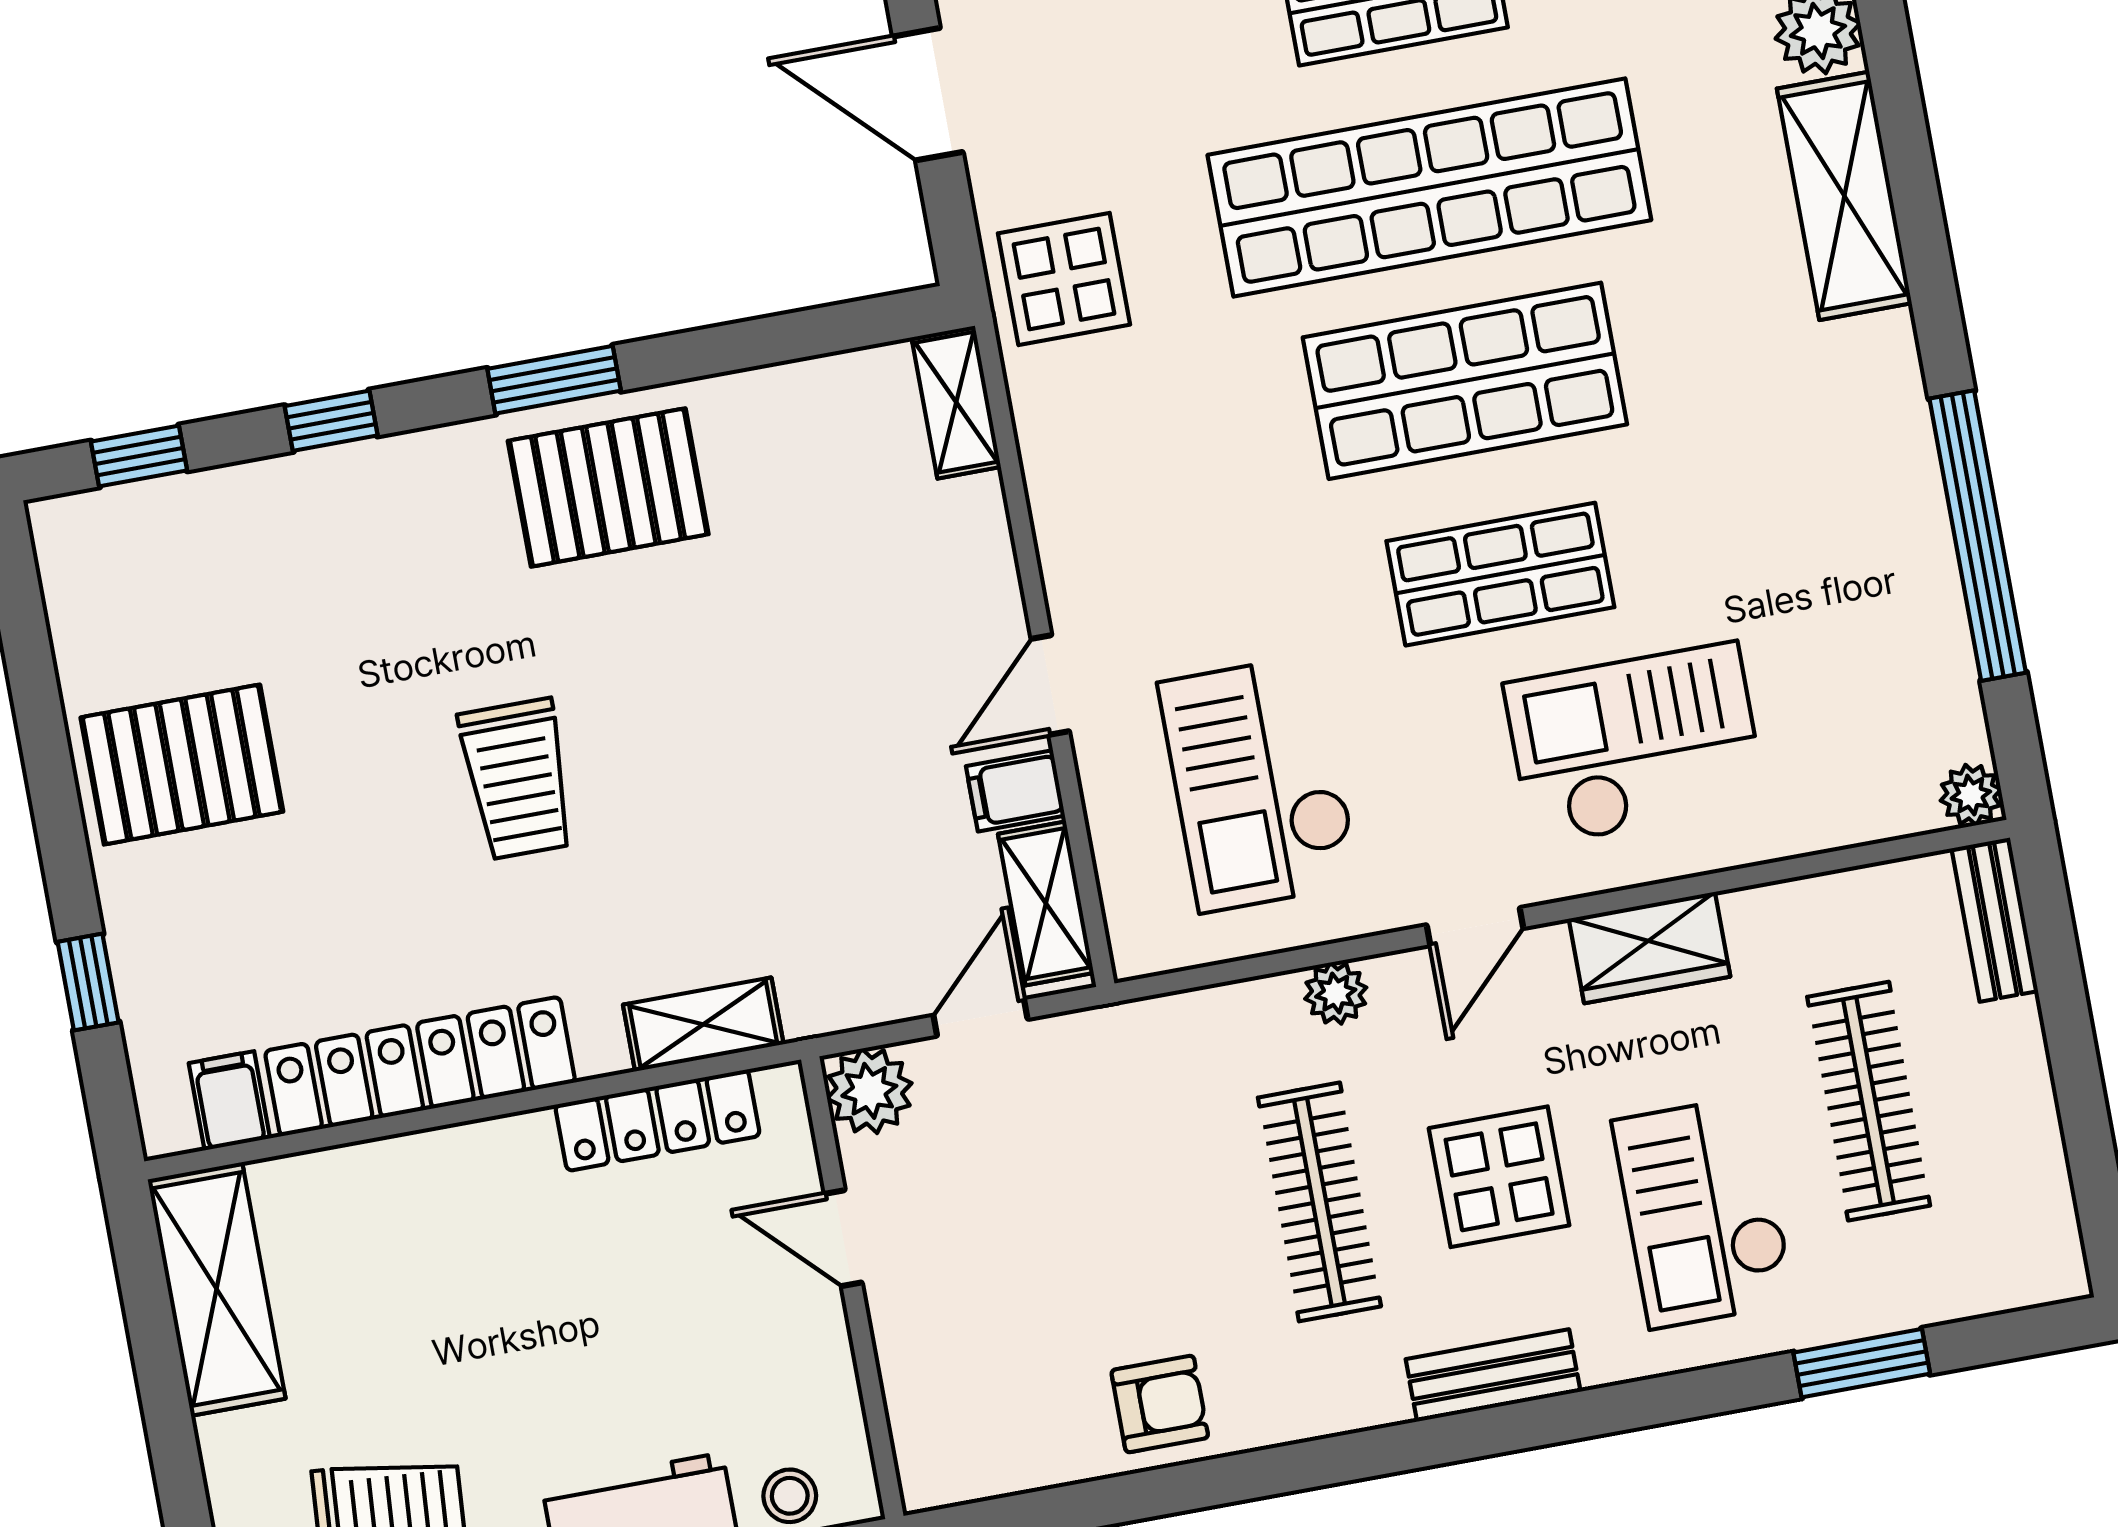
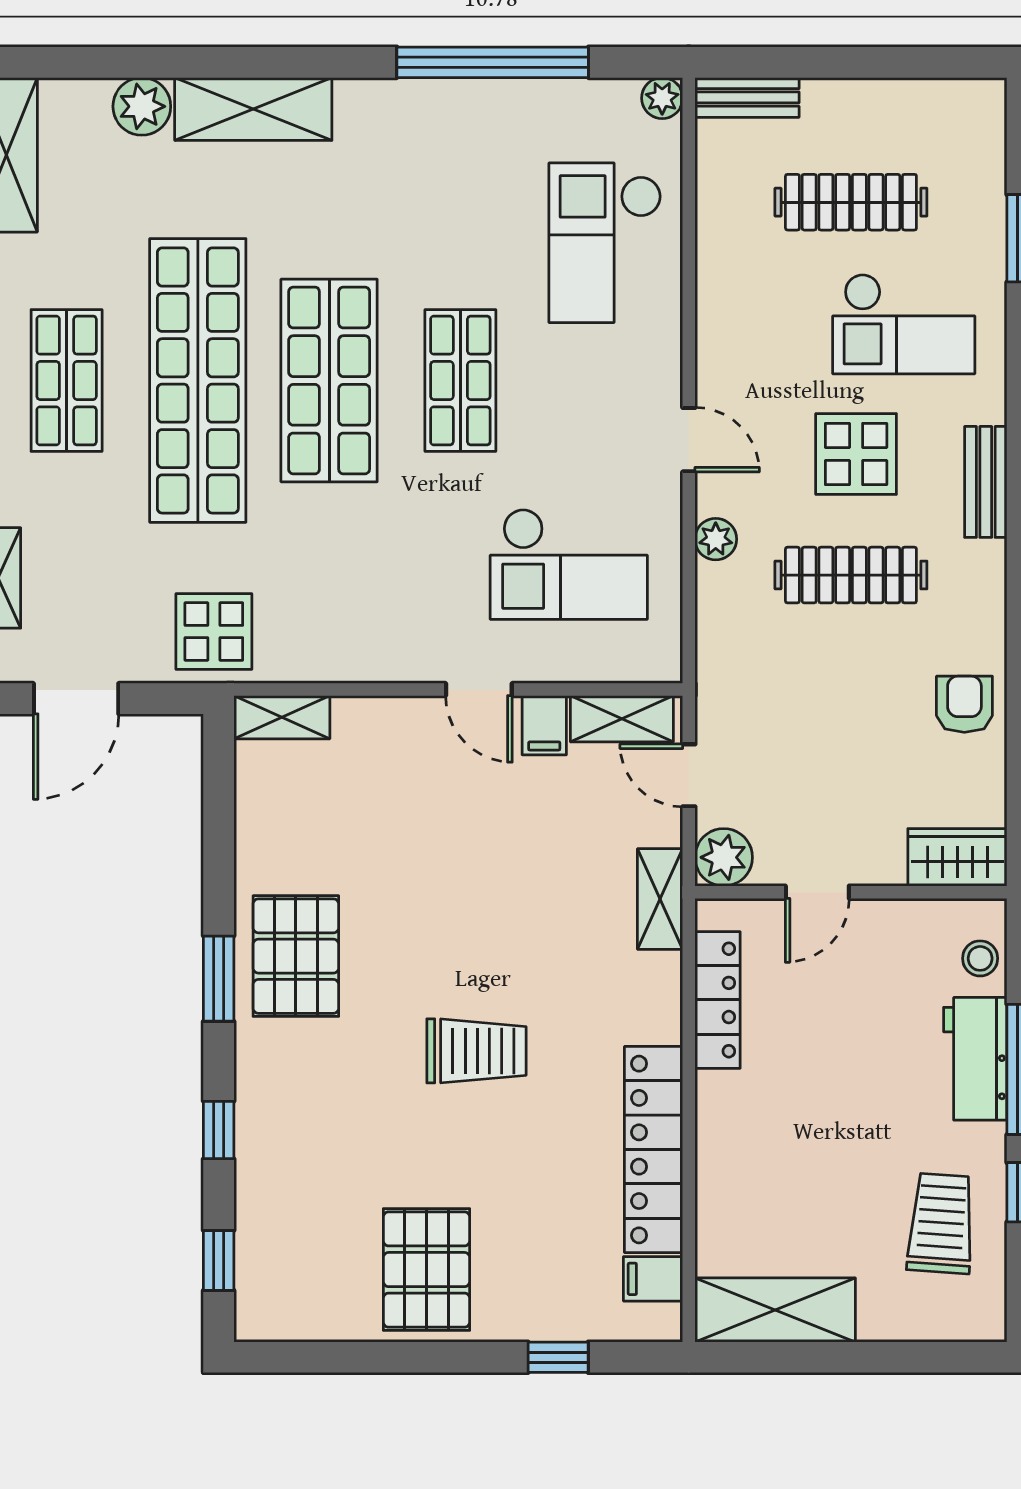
checkout: (1635, 744) -> (605, 243), moved
wardrobe: (1649, 948) -> (957, 857), moved, turned -90
shelving: (703, 1024) -> (660, 899), moved

